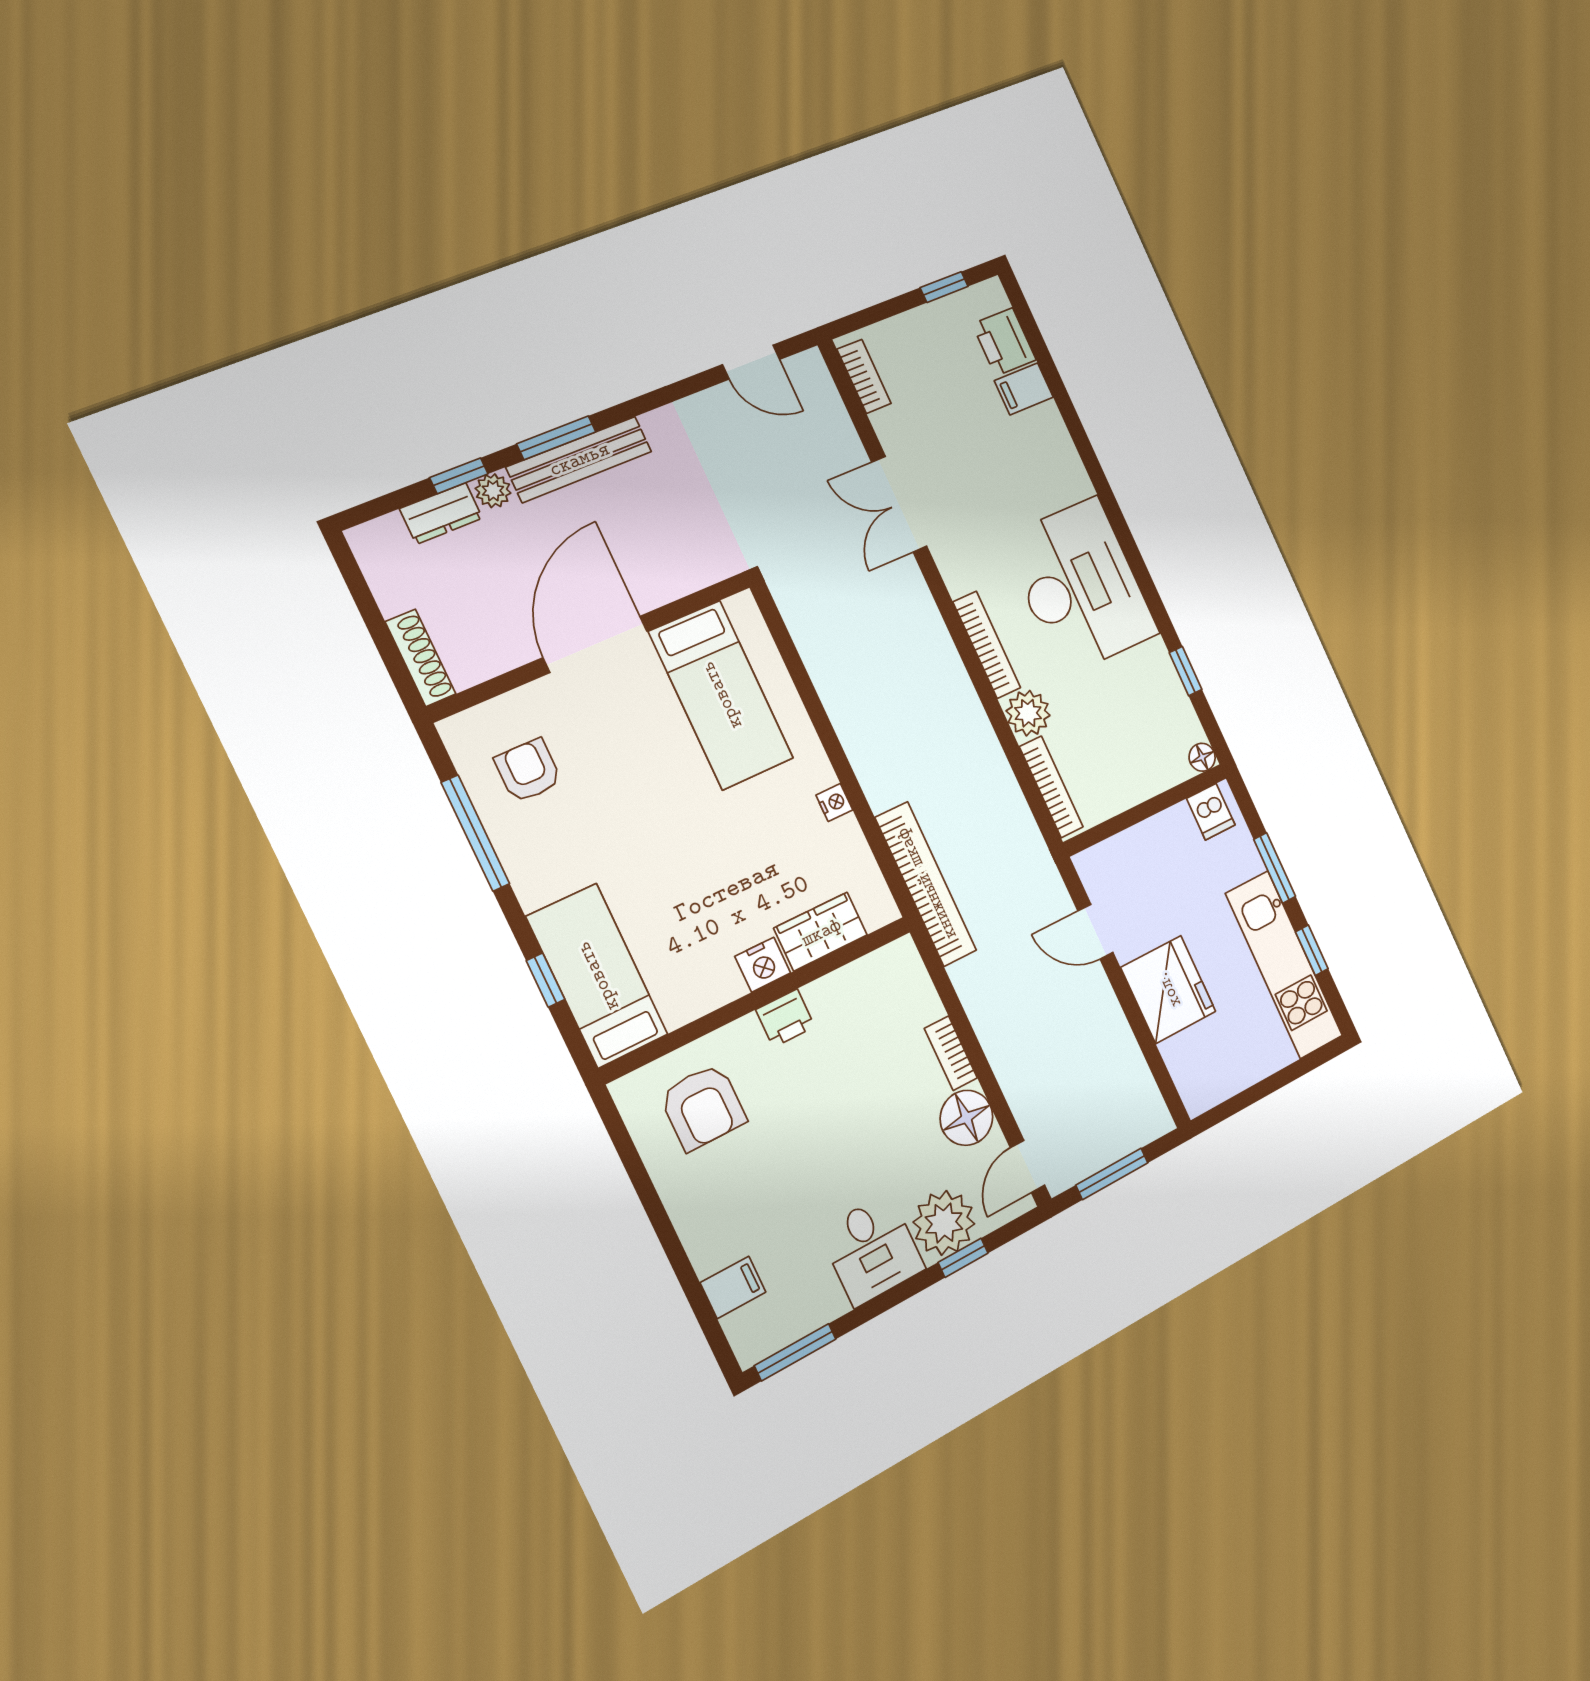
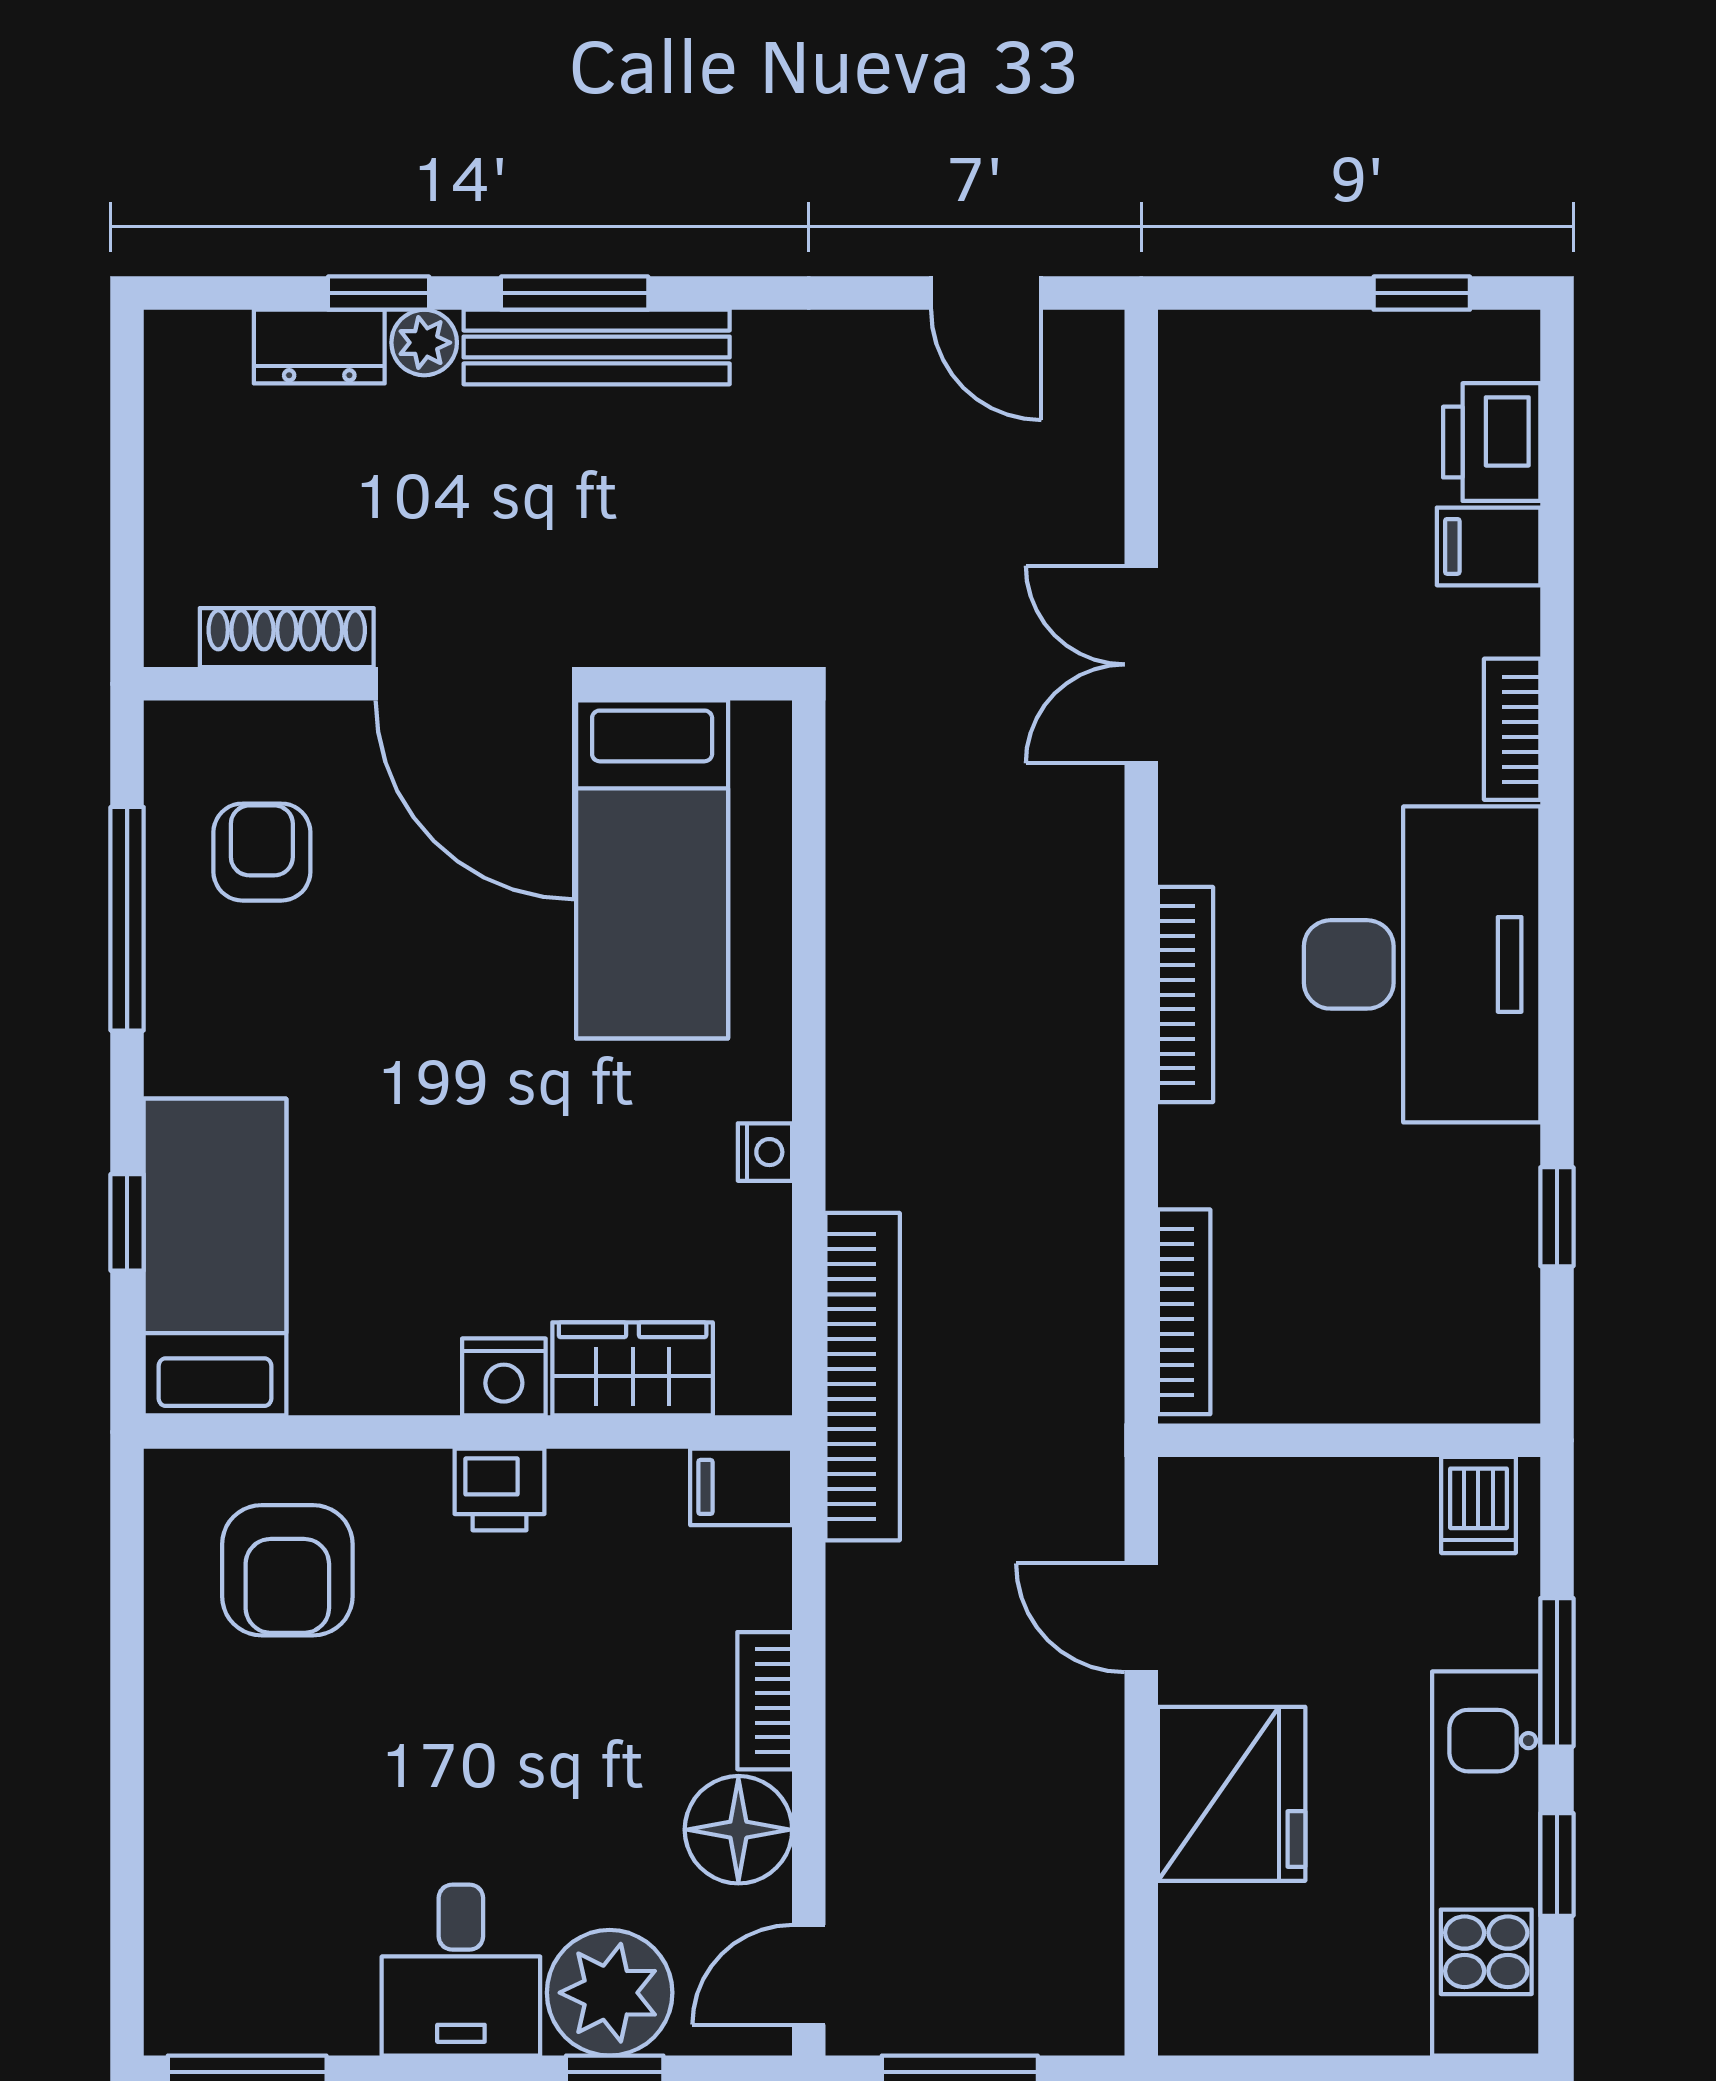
bookcase: (864, 376) -> (1512, 729), moved, turned 180
door: (595, 644) -> (475, 684), swing flipped
shoe rack: (420, 658) -> (287, 638), moved, turned -90
plant: (1028, 713) -> (1205, 1156), removed
floor lamp: (1202, 757) -> (1511, 1395), removed
filing cabinet: (733, 1287) -> (741, 1487), moved, turned 180

